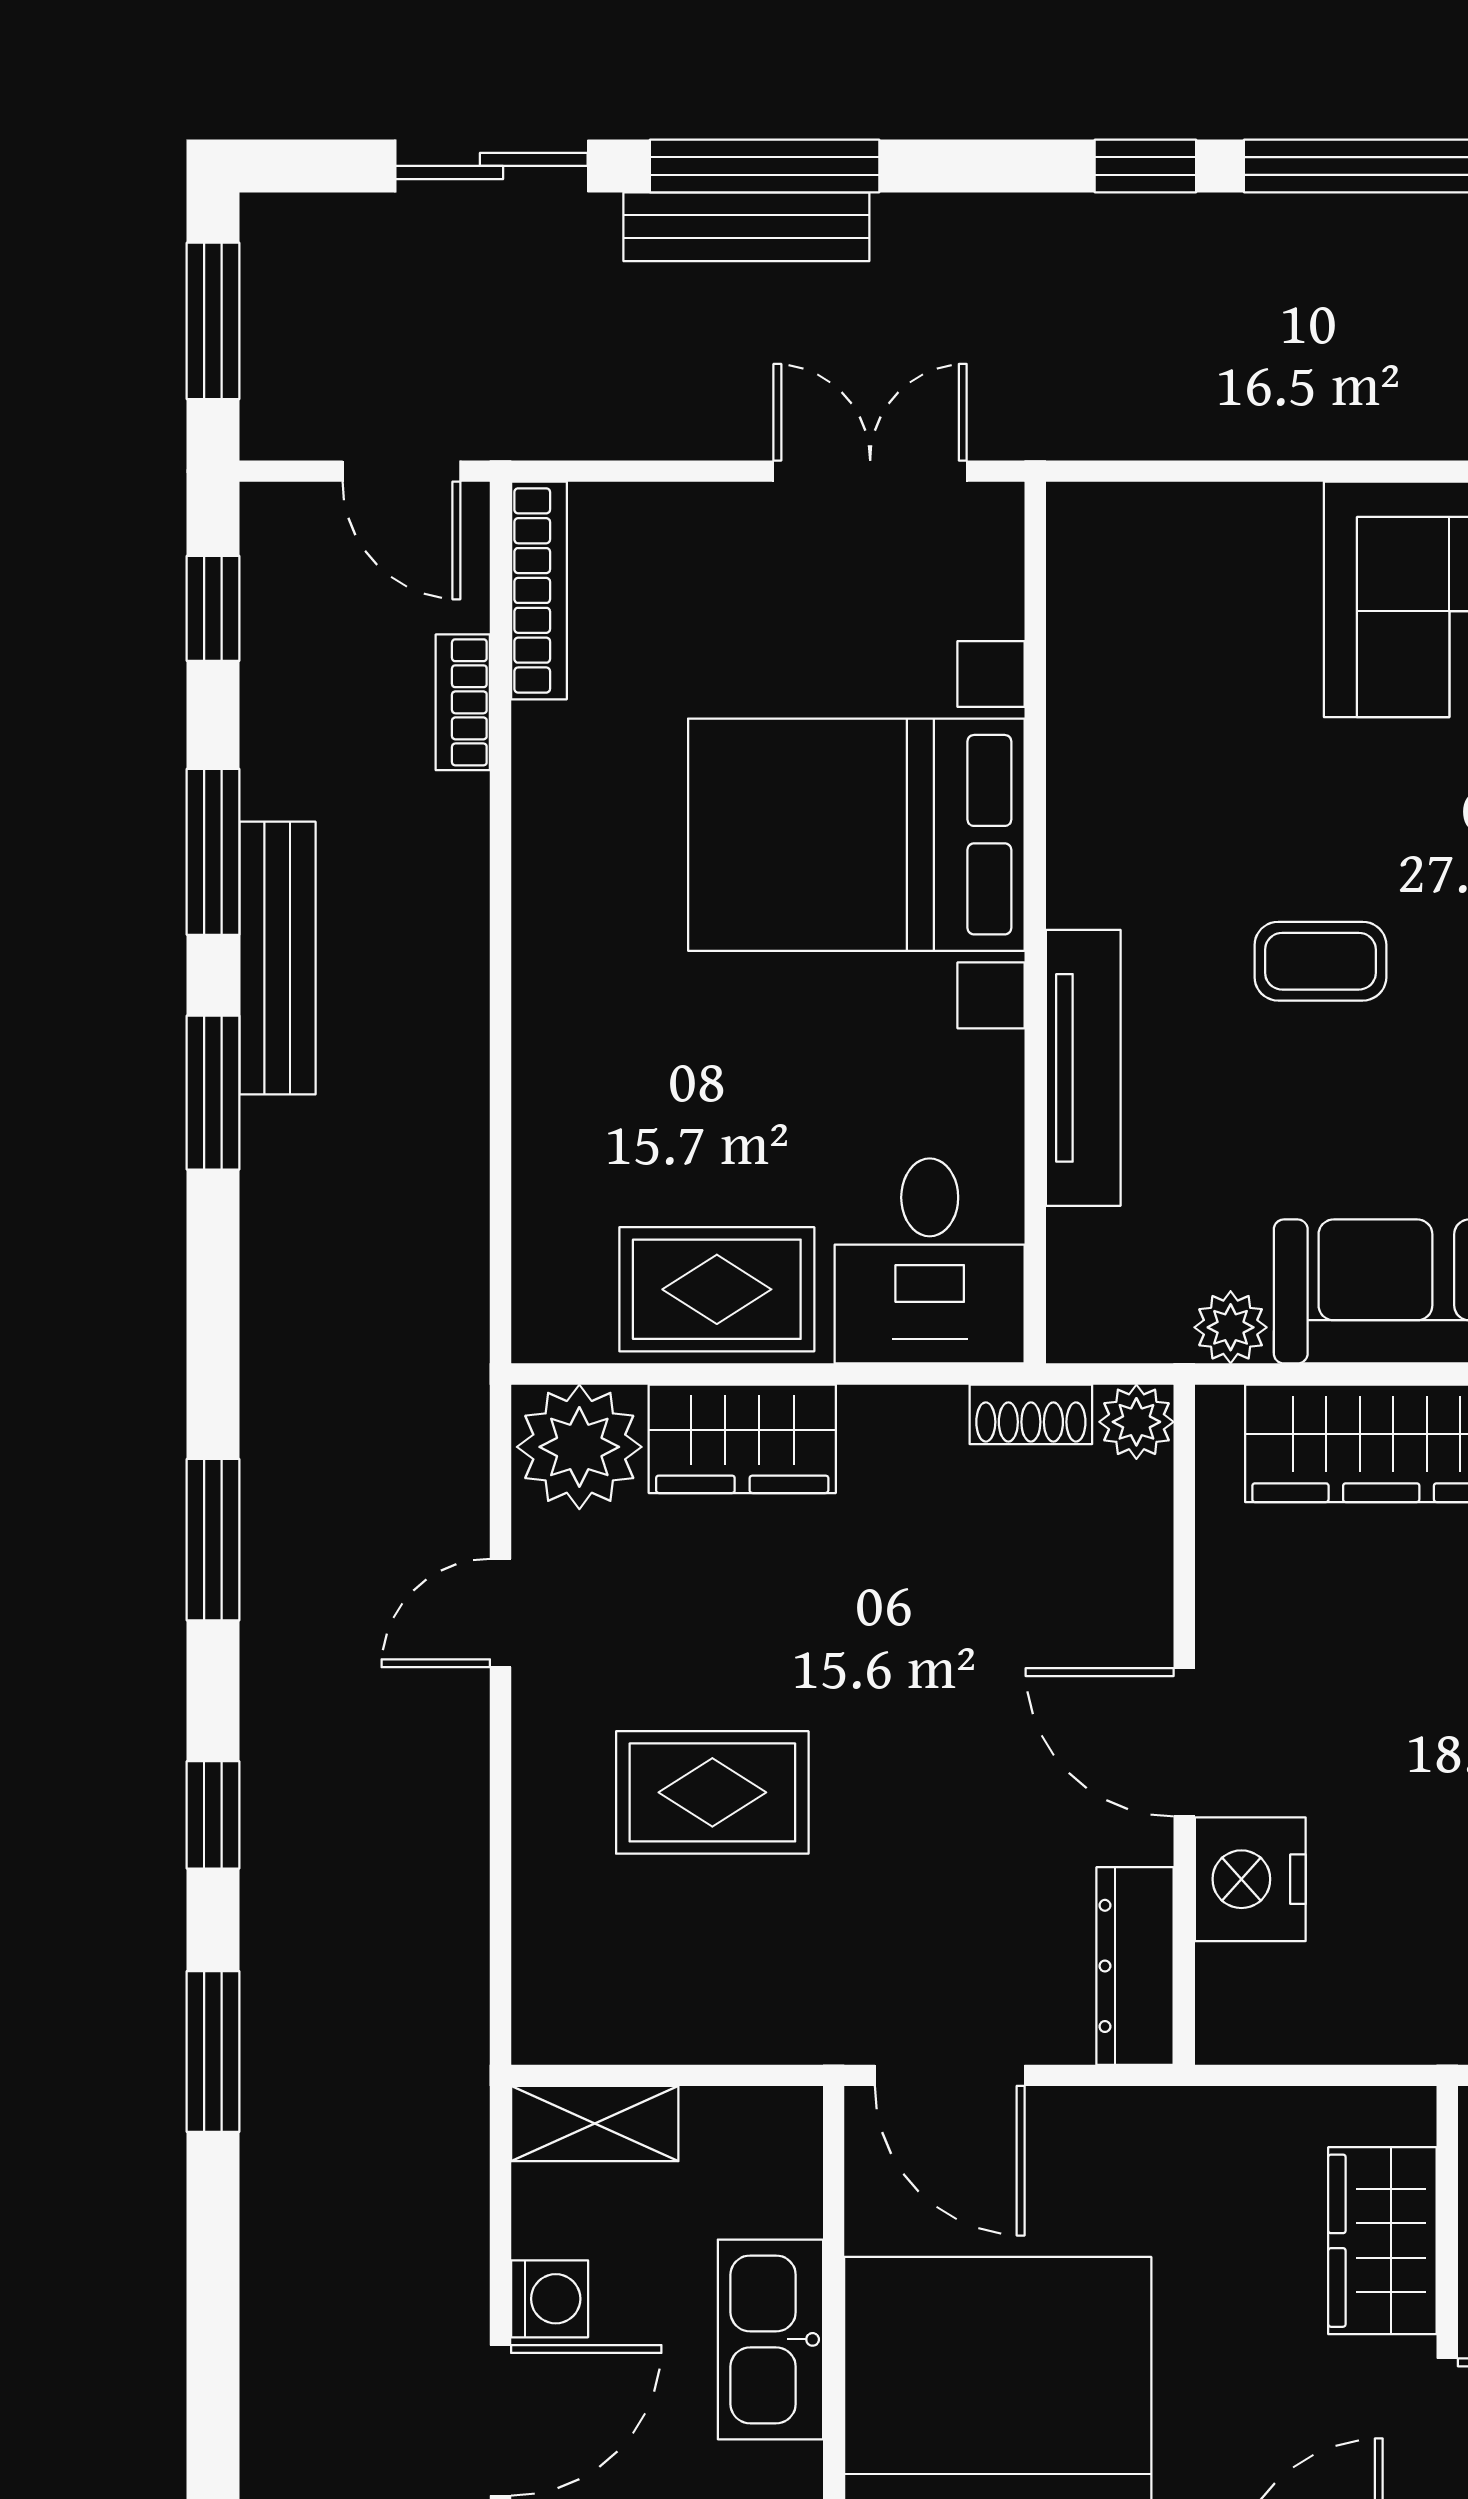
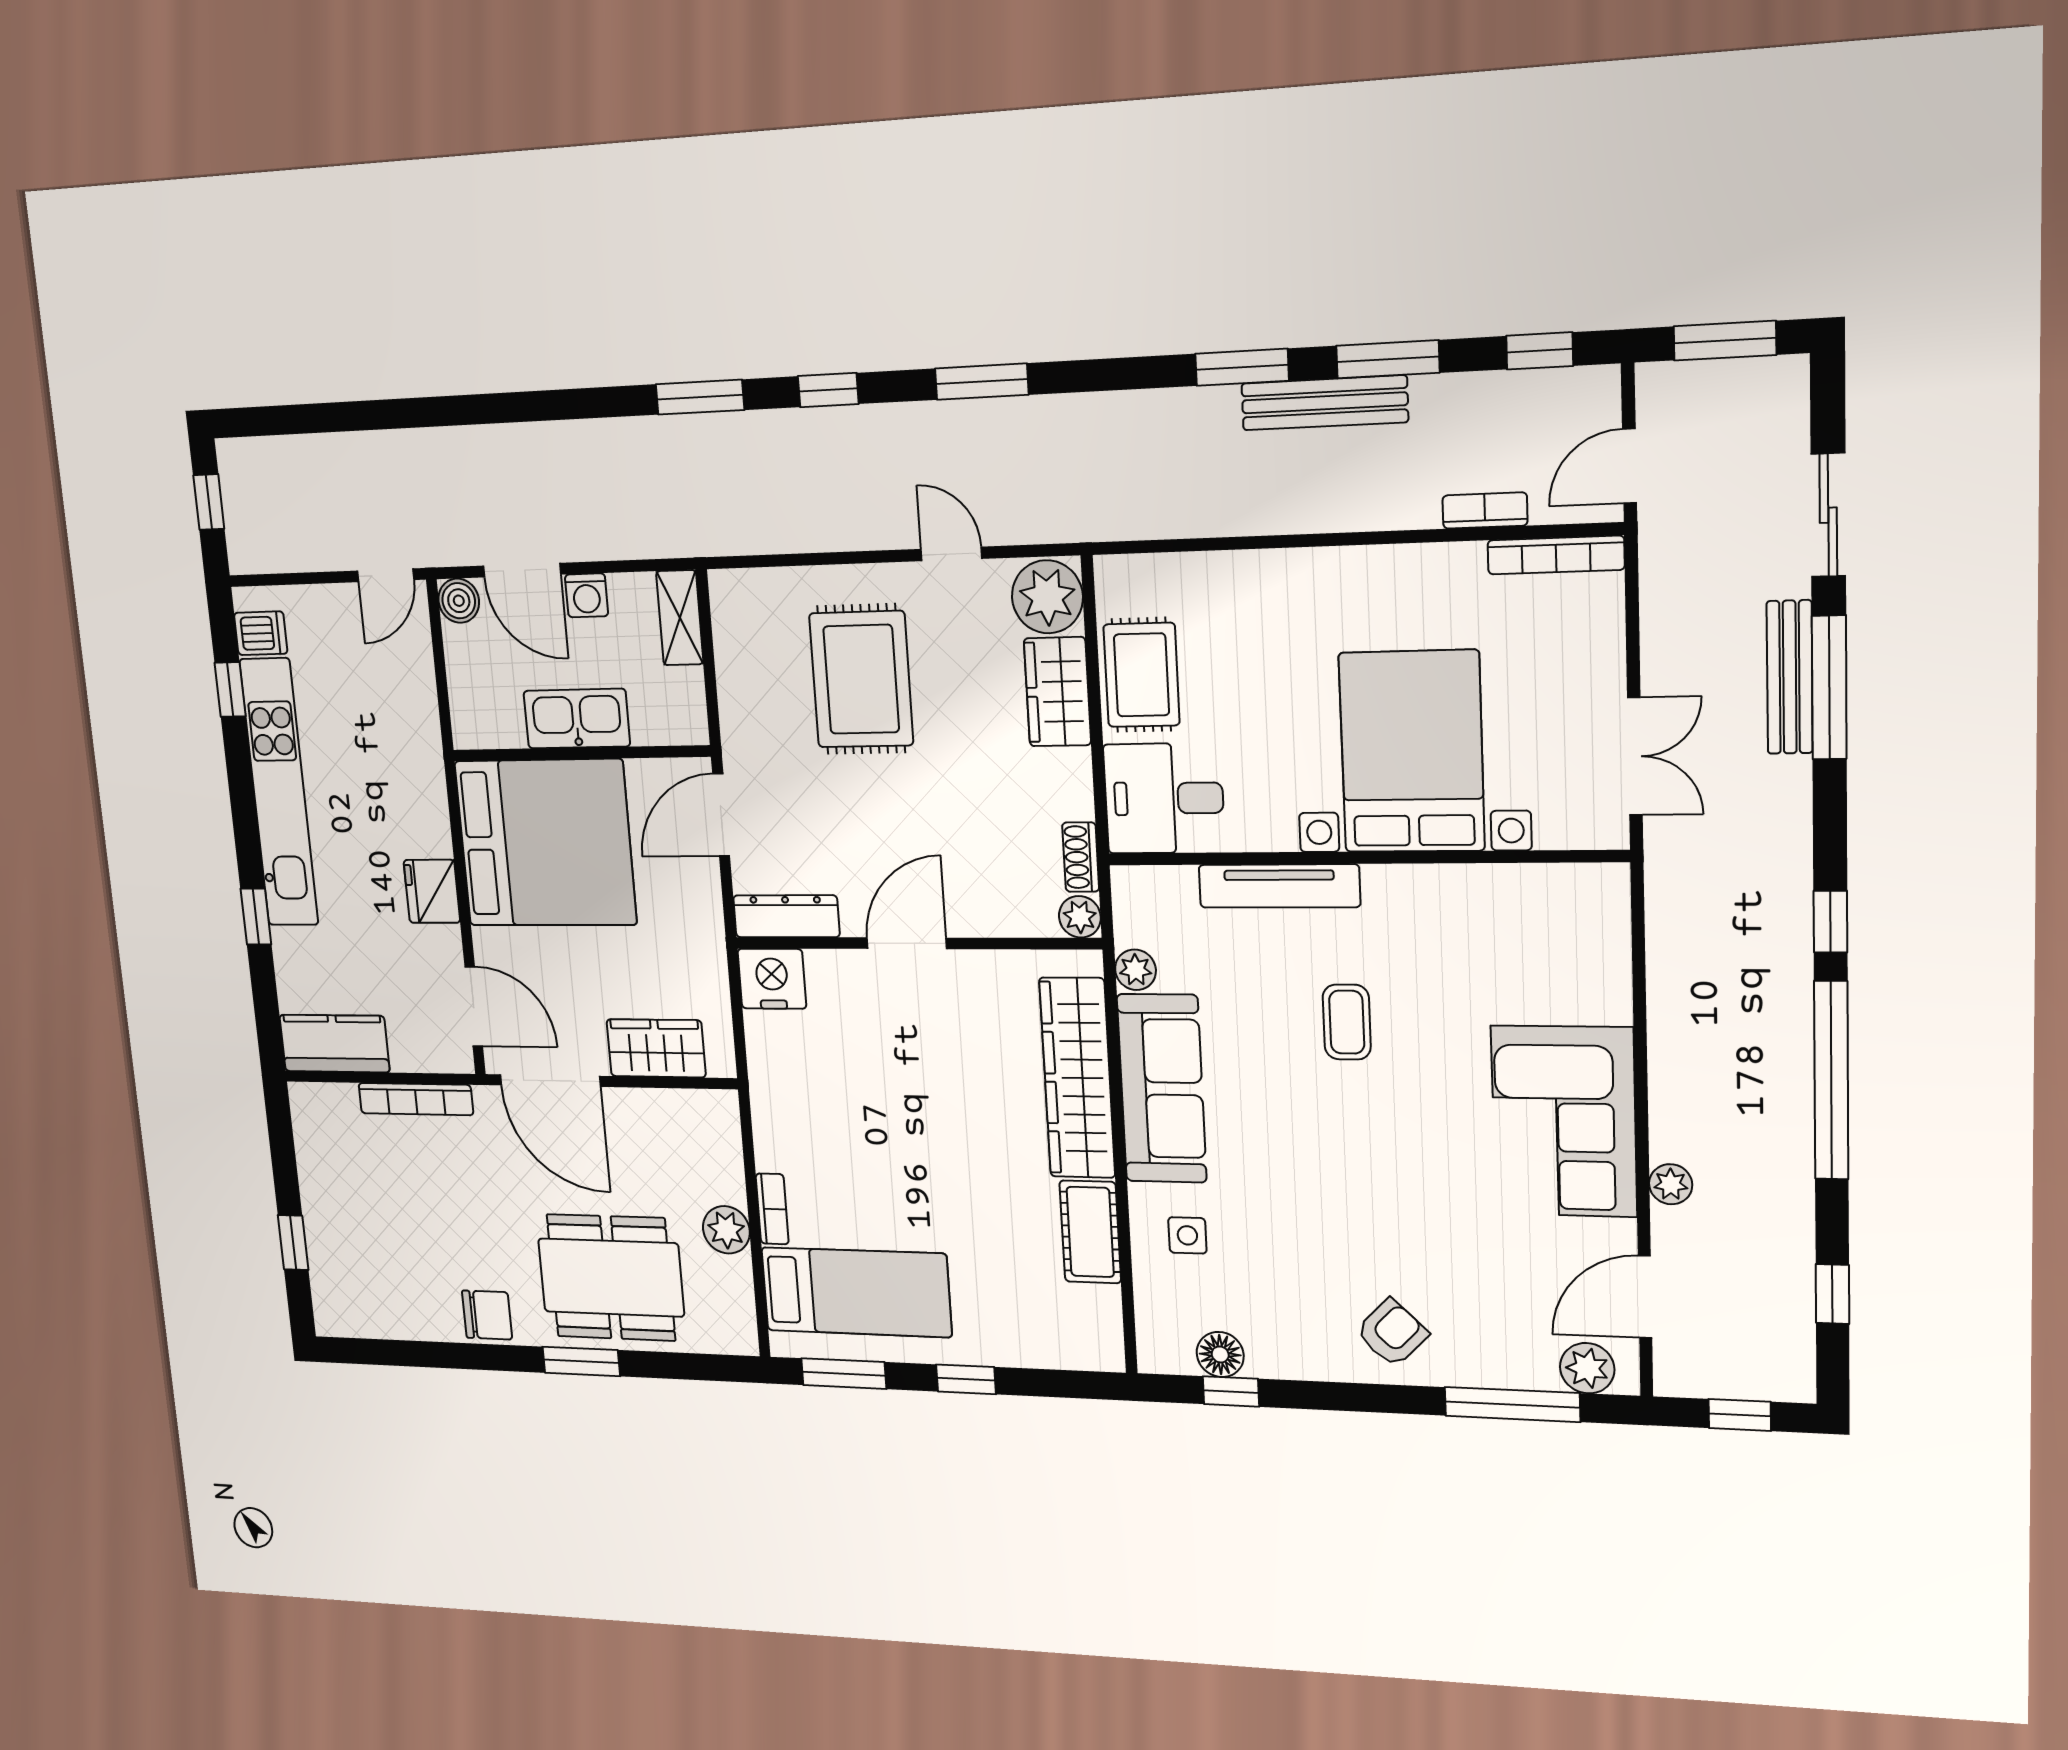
rug: (712, 1792) -> (861, 679), width x1.36, depth x1.43
nightstand: (1250, 1879) -> (772, 979), moved

